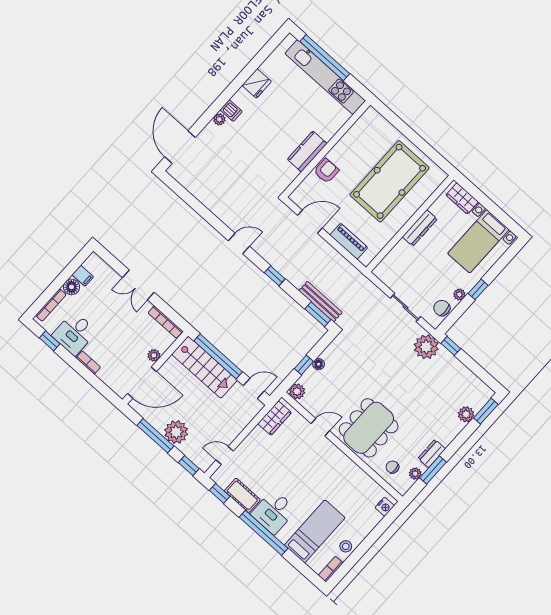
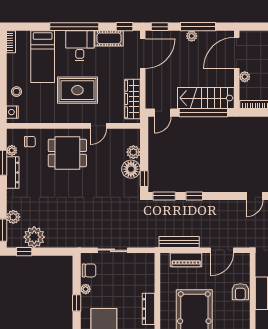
window: (275, 276) -> (194, 196), moved
bench: (320, 302) -> (179, 242), moved
window: (451, 346) -> (24, 252), moved
plant: (426, 347) -> (34, 237), moved
floor lamp: (319, 364) -> (131, 169), width x1.89, depth x1.89
window: (304, 365) -> (144, 179), moved
plant: (297, 391) -> (133, 152), moved
wardrobe: (275, 418) -> (132, 99), width x1.50
dining table: (369, 428) -> (67, 153), width x0.73
plant: (176, 432) -> (192, 36), width x0.53, depth x0.53
dresser: (432, 454) -> (13, 173), width x1.44
door: (225, 456) -> (143, 54), width x1.88
rug: (311, 475) -> (77, 90), added
stool: (346, 546) -> (16, 92), moved

